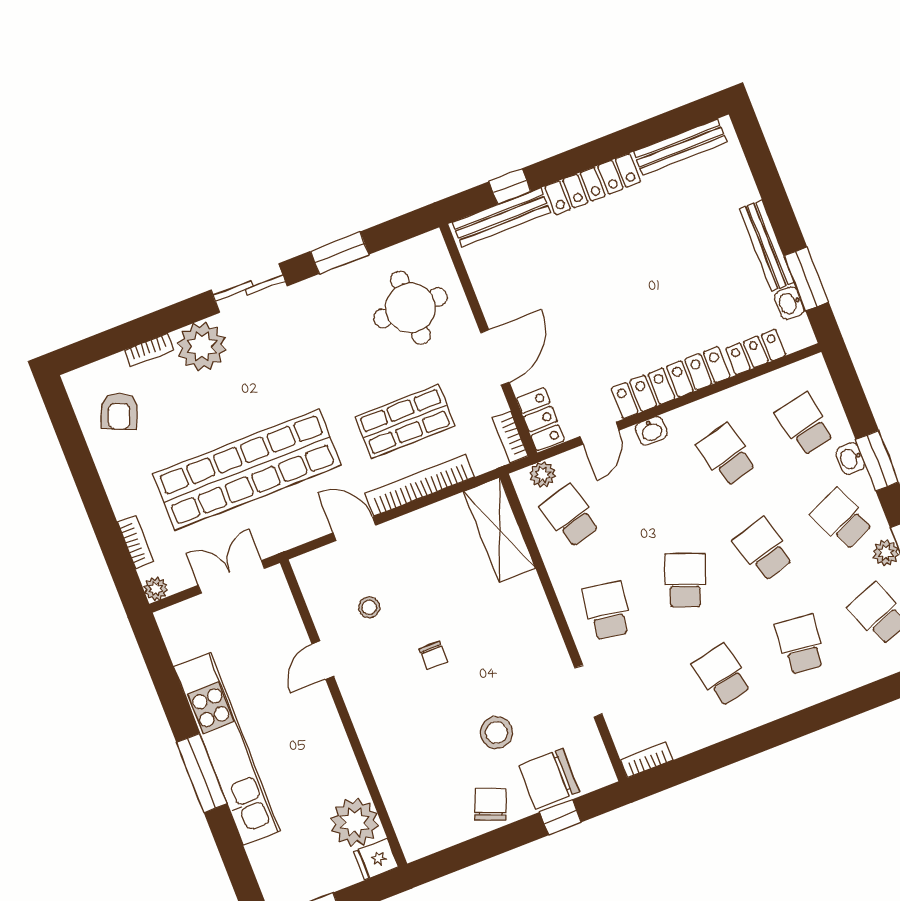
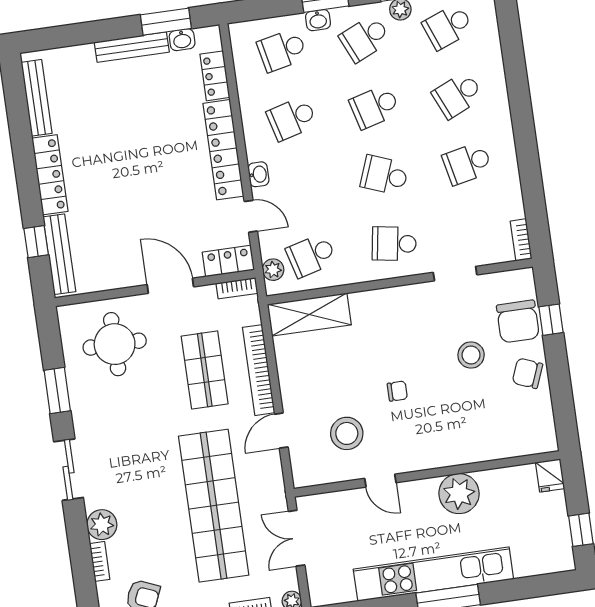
plant: (202, 347) -> (102, 525), width x0.73, depth x0.73
stool: (369, 607) -> (347, 433), width x1.89, depth x1.89
school desk: (800, 644) -> (458, 95), turned -30
plant: (355, 822) -> (459, 494), moved

